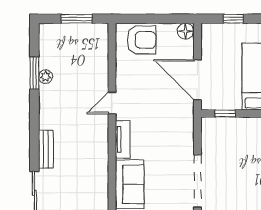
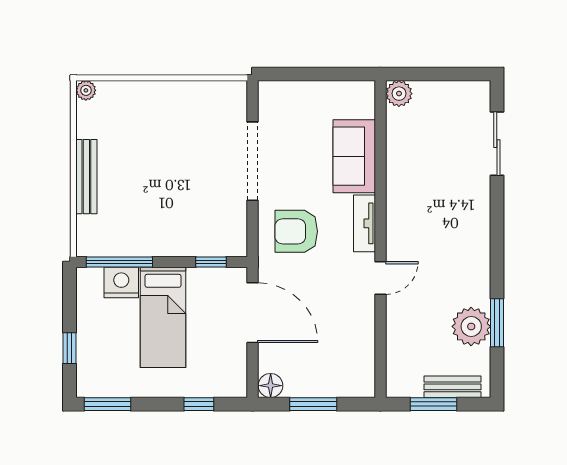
window: (157, 19) -> (313, 404), added
armchair: (142, 40) -> (296, 231), moved
plant: (46, 77) -> (471, 326), width x1.87, depth x1.87
bench: (46, 149) -> (453, 387), moved, turned 90

